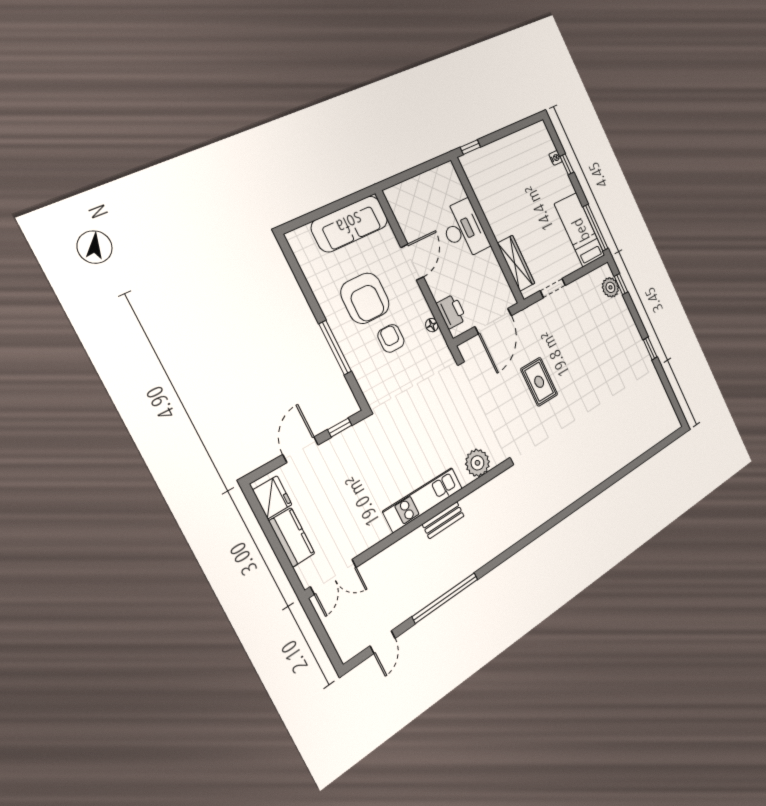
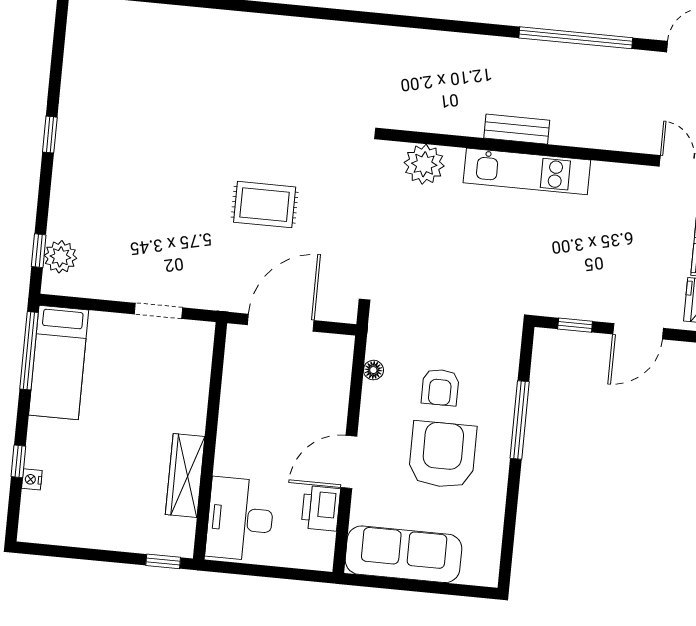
desk: (464, 229) -> (240, 519), moved
wardrobe: (516, 263) -> (185, 475), moved
printer: (452, 311) -> (321, 508), moved
rug: (539, 382) -> (265, 205), turned 90

